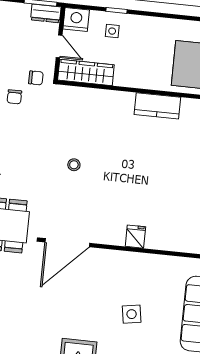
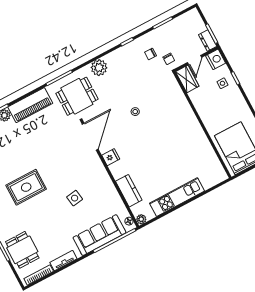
wardrobe: (86, 72) -> (187, 79), width x0.67
kitchen counter: (157, 106) -> (129, 191), moved, turned 180
fridge: (135, 237) -> (111, 157), moved
door: (67, 243) -> (90, 137), swing flipped

